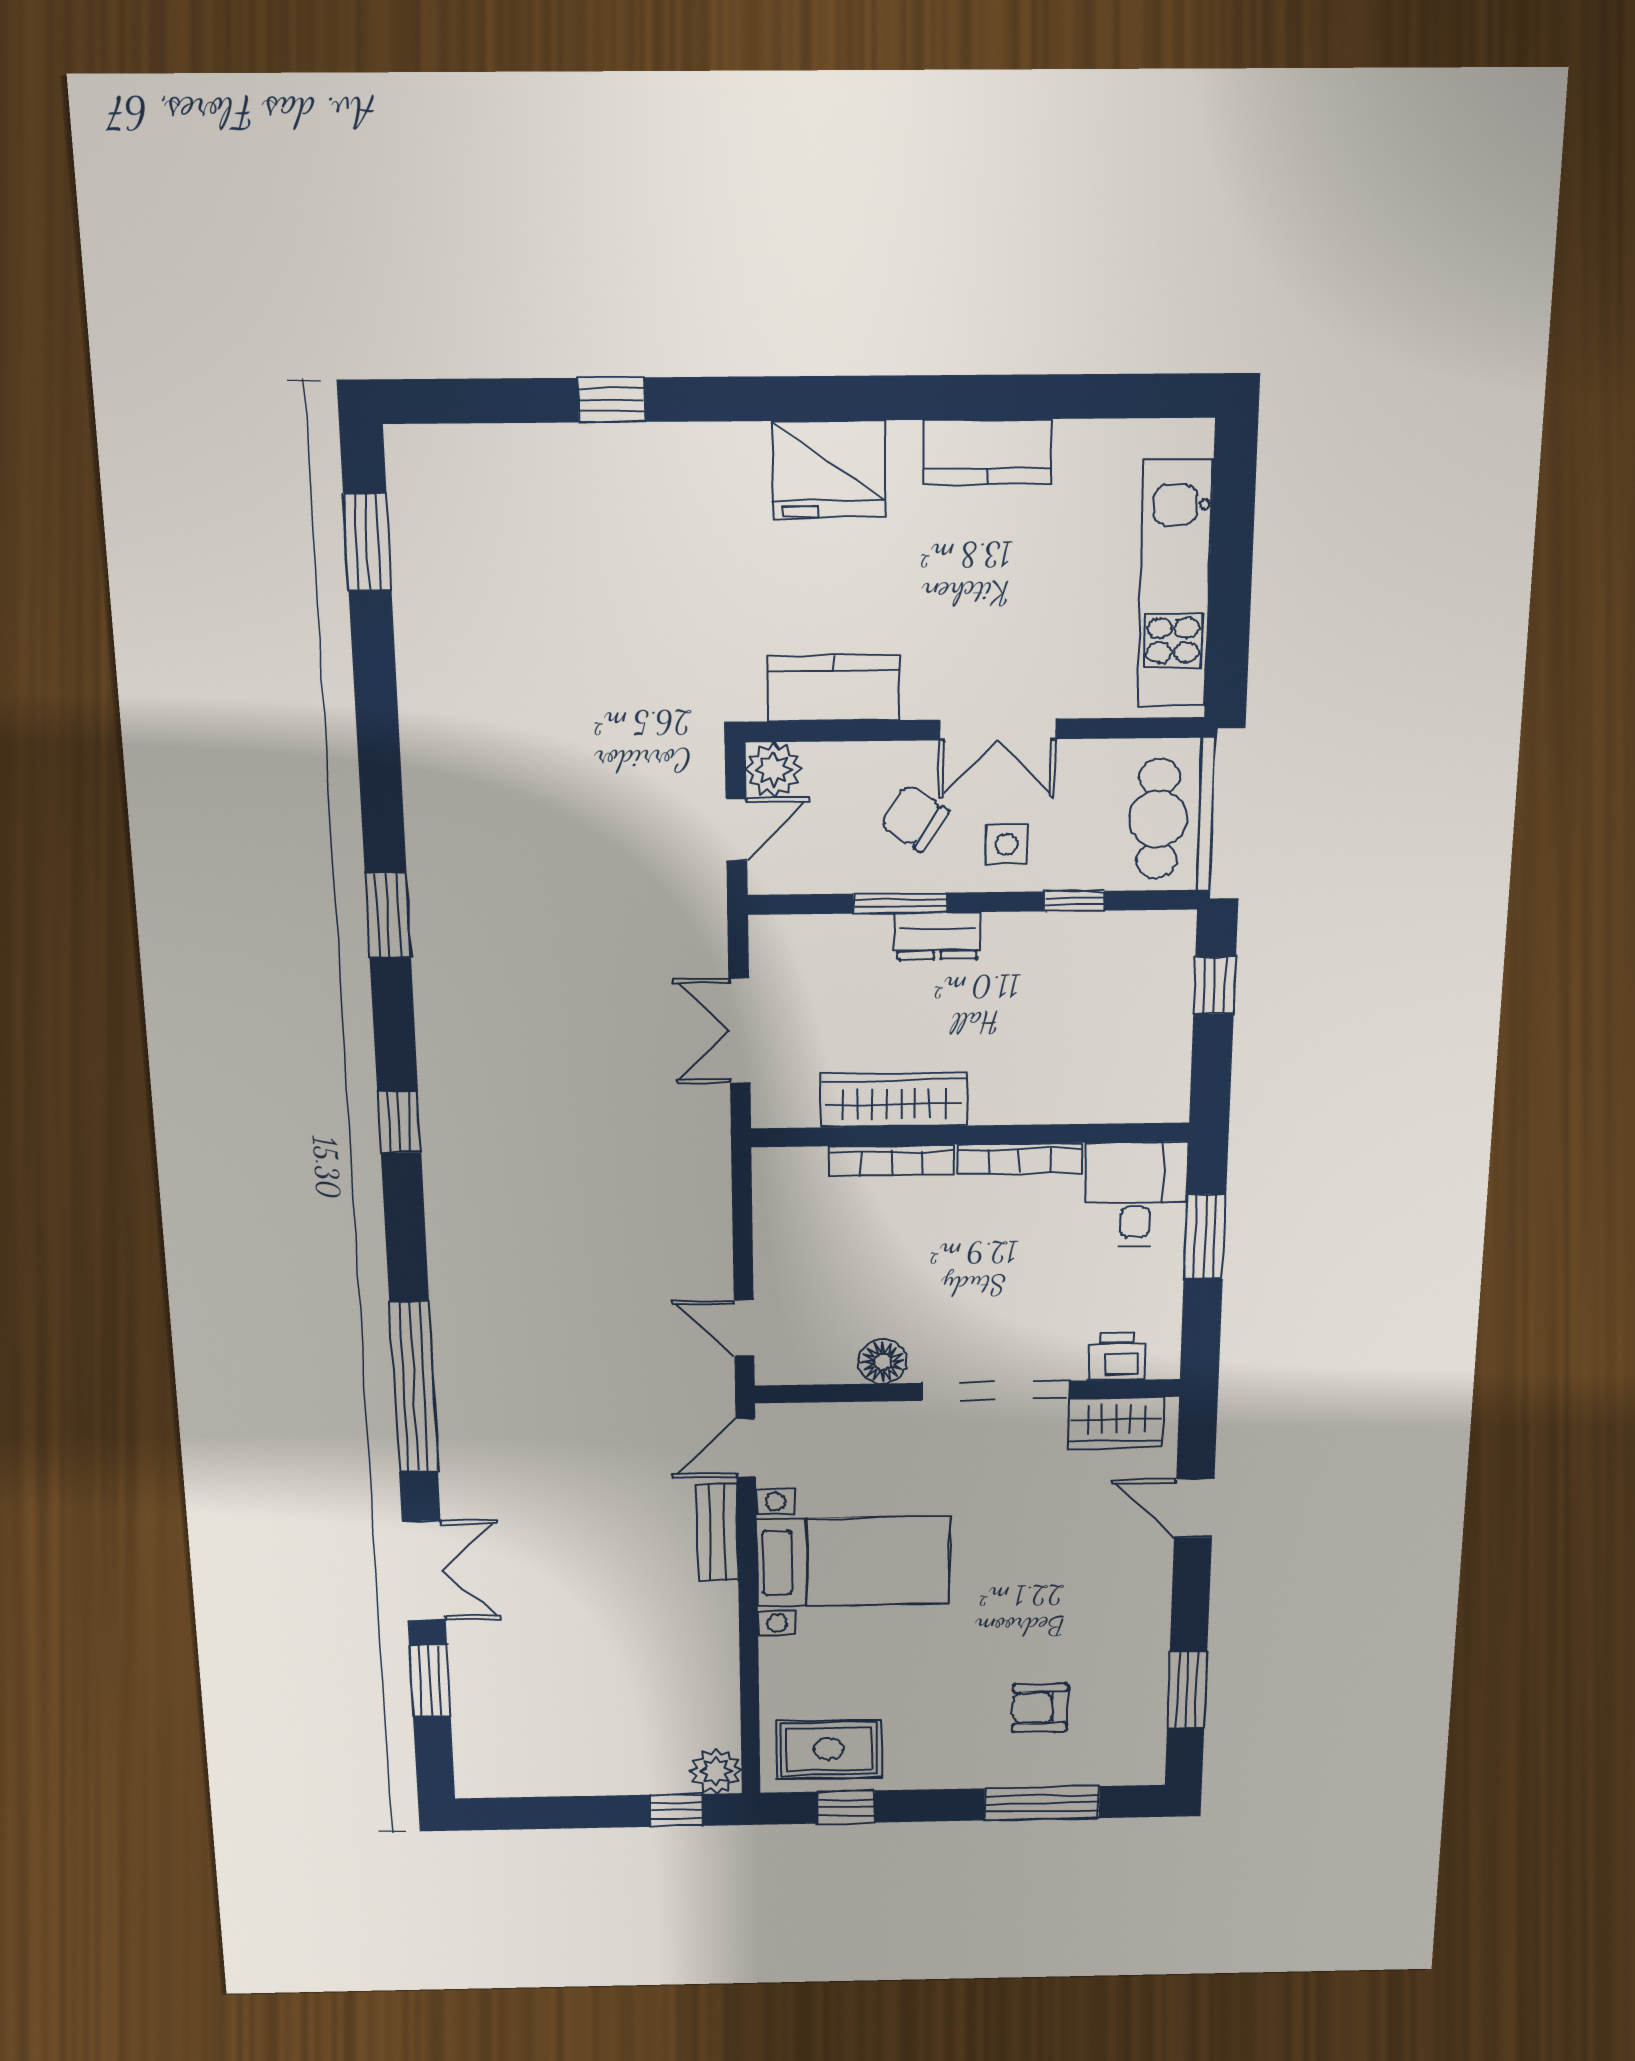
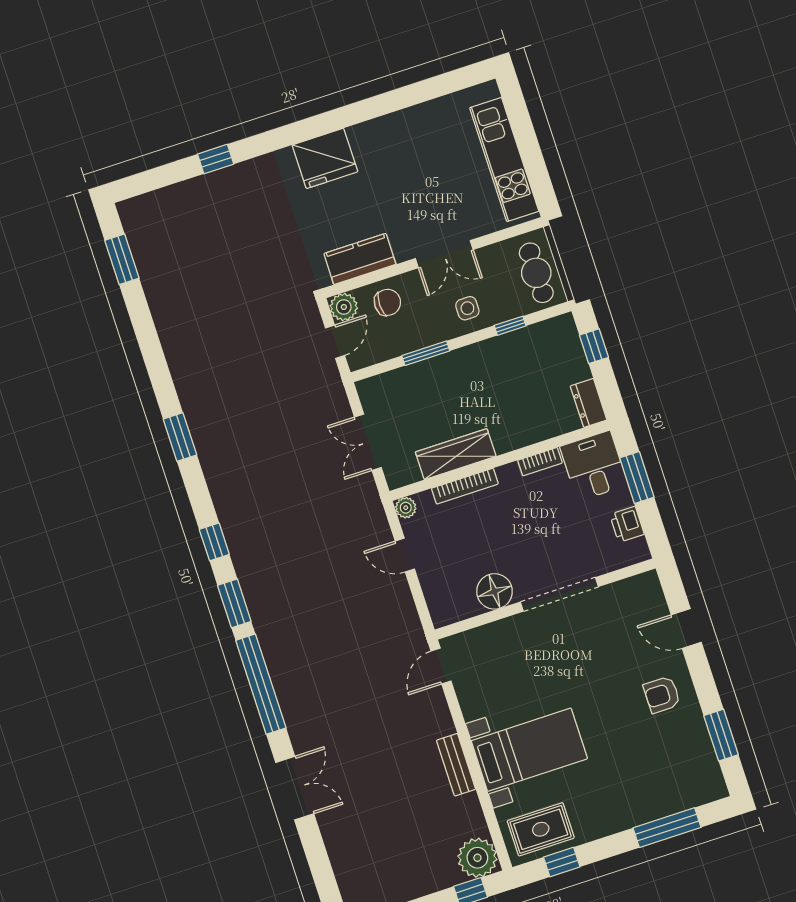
kitchen counter: (988, 452) -> (396, 127), removed
chair: (914, 818) -> (387, 302), moved, turned 145
dresser: (937, 936) -> (589, 403), moved, turned 90
bookcase: (1020, 1159) -> (540, 462), width x0.64
plant: (771, 1166) -> (406, 508), added
door: (744, 1328) -> (405, 555), moved
printer: (1117, 1357) -> (627, 524), moved, turned -90
floor lamp: (883, 1361) -> (494, 591), width x1.38, depth x1.38
wardrobe: (1116, 1423) -> (628, 593), removed
bench: (717, 1532) -> (456, 765), moved
bed with nightstands: (853, 1561) -> (529, 750), moved
window: (430, 1681) -> (234, 603), moved
armchair: (1040, 1708) -> (662, 695), moved
plant: (716, 1771) -> (477, 858), width x1.36, depth x1.36

